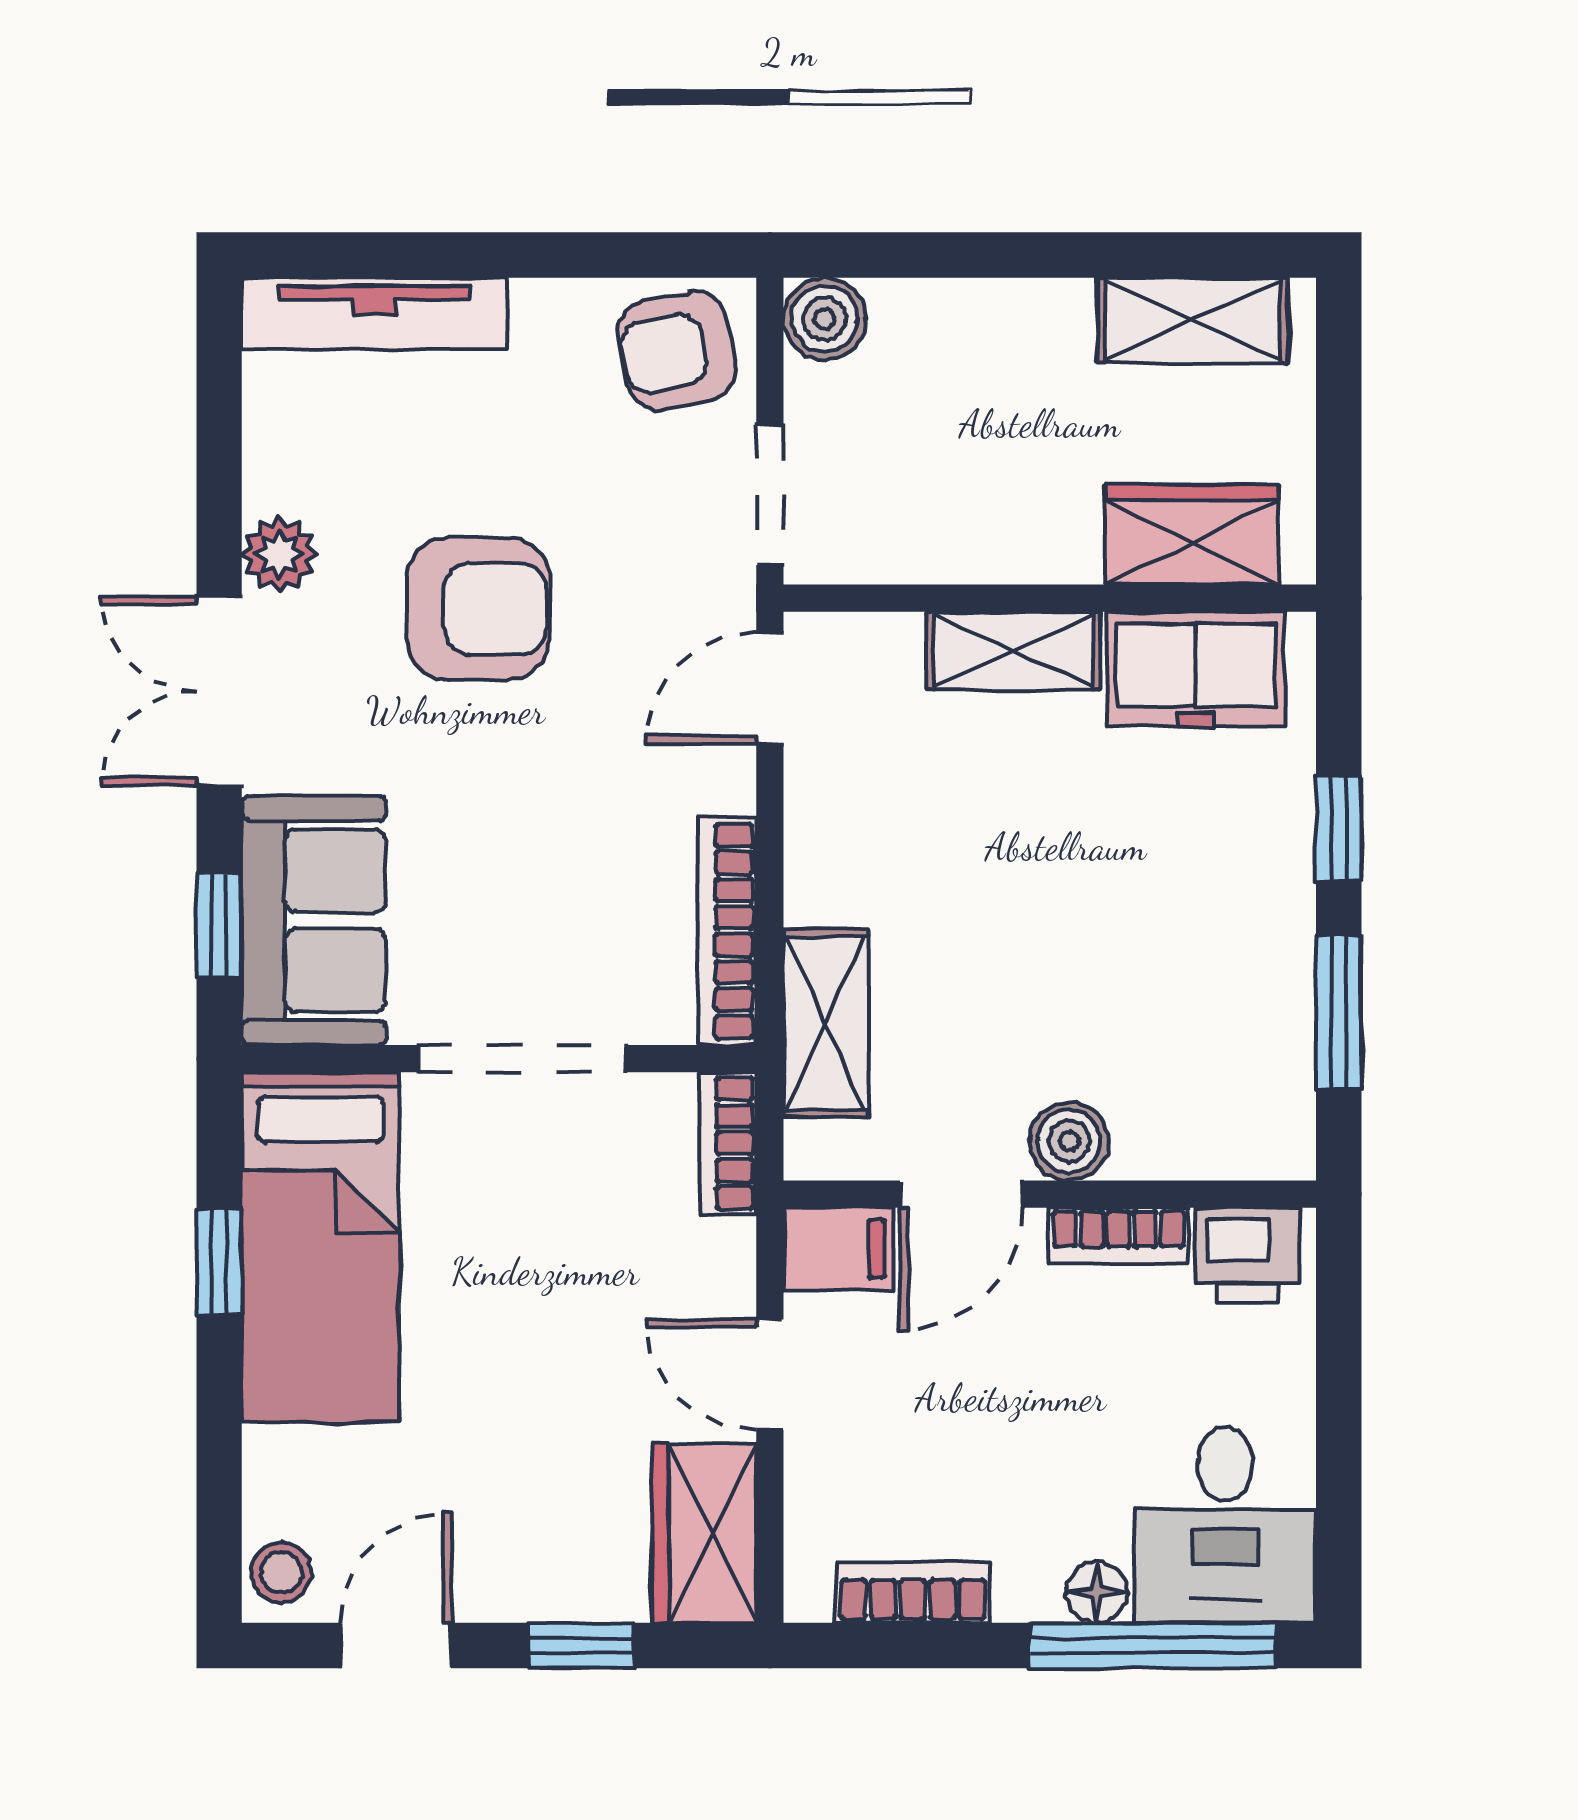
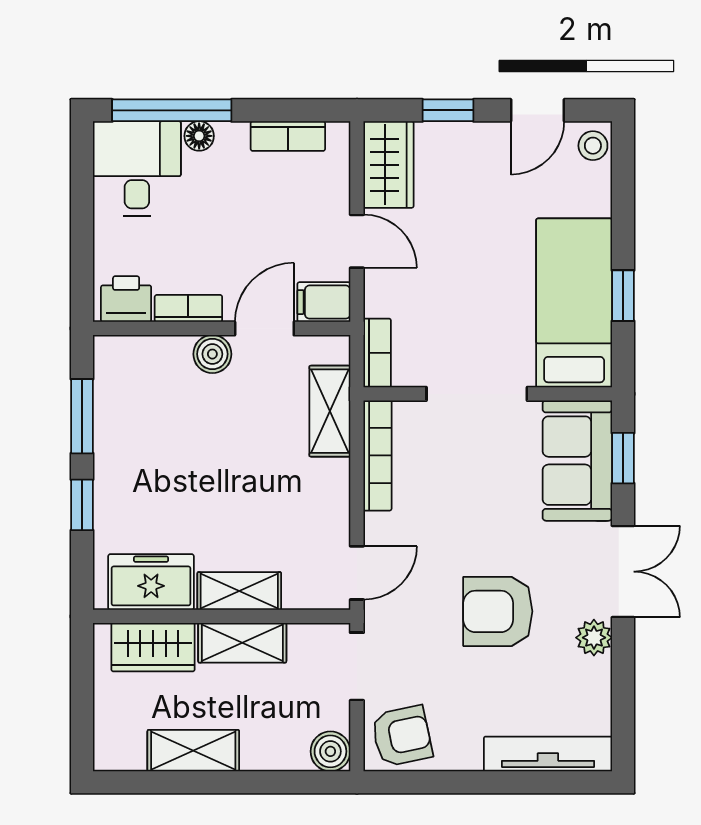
shelving: (1193, 320) -> (193, 751), moved
shelving: (1007, 544) -> (242, 643), added

